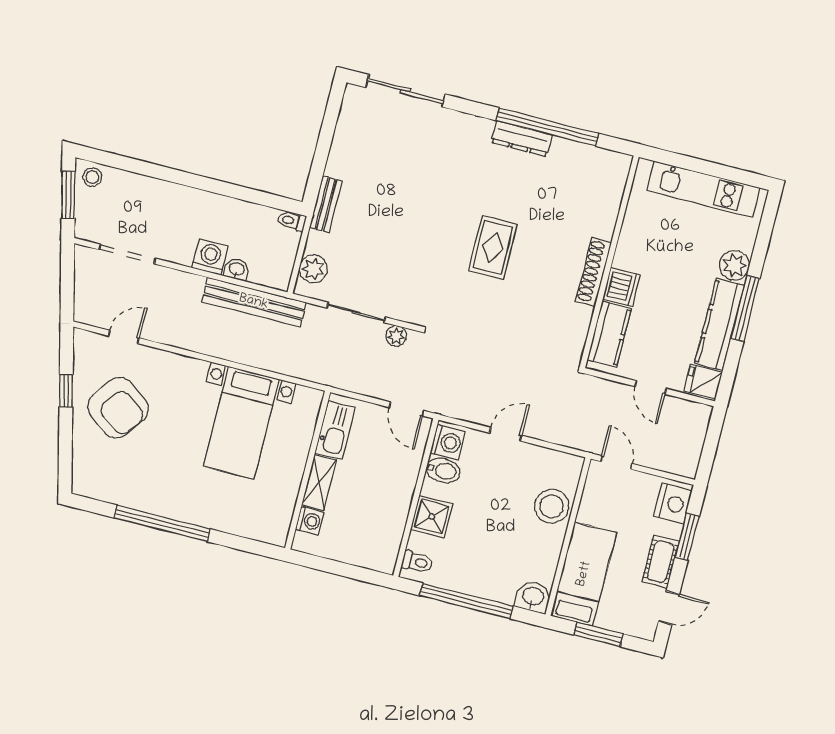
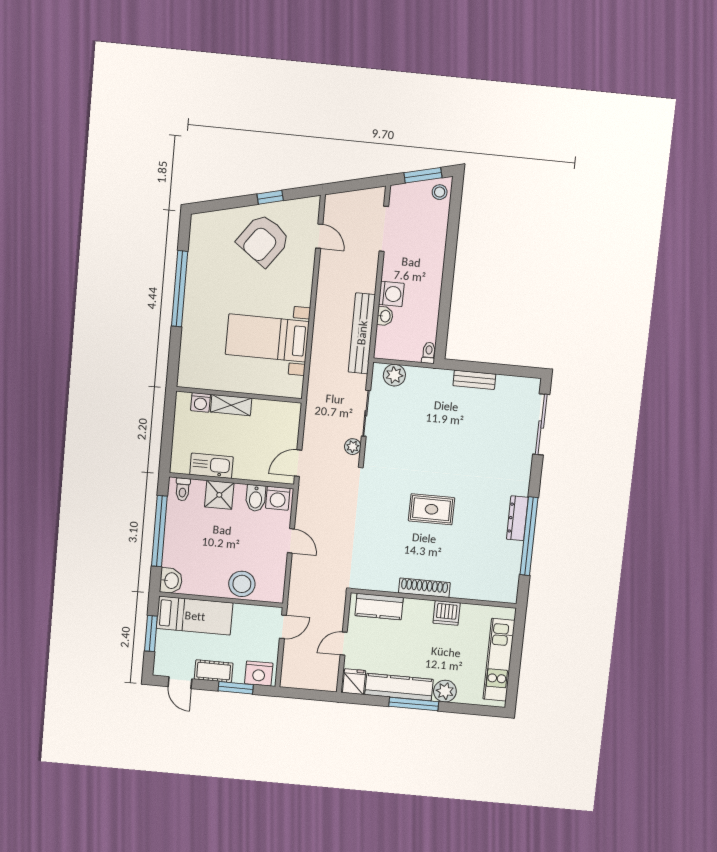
bench: (326, 205) -> (474, 380), moved
dishwasher: (621, 287) -> (447, 613), moved
kitchen sink: (335, 430) -> (211, 466), moved, turned 180

